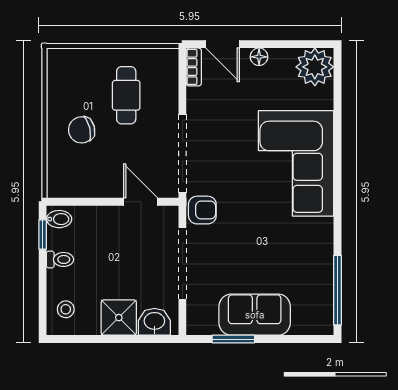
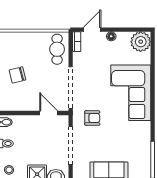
door: (223, 44) -> (92, 30), swing flipped
cafe table: (126, 95) -> (57, 49), moved
armchair: (202, 210) -> (92, 118), moved

